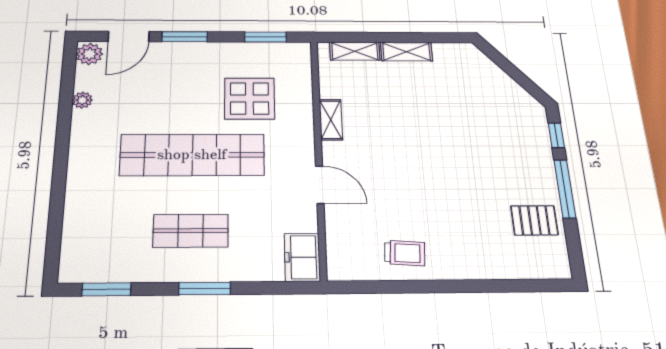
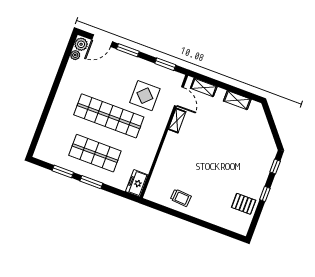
shelving: (406, 52) -> (237, 100), moved
plant: (82, 100) -> (75, 55), moved
door: (320, 185) -> (179, 96), moved
window: (565, 189) -> (265, 194), width x0.46
shop shelf: (191, 231) -> (95, 153), width x1.43, depth x1.36
window: (106, 289) -> (63, 172), moved

